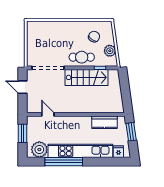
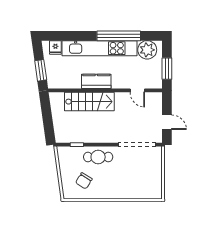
plant: (110, 51) -> (65, 164), removed
stairs: (87, 77) -> (89, 102), moved, turned 180
kitchen counter: (105, 122) -> (96, 81), moved

